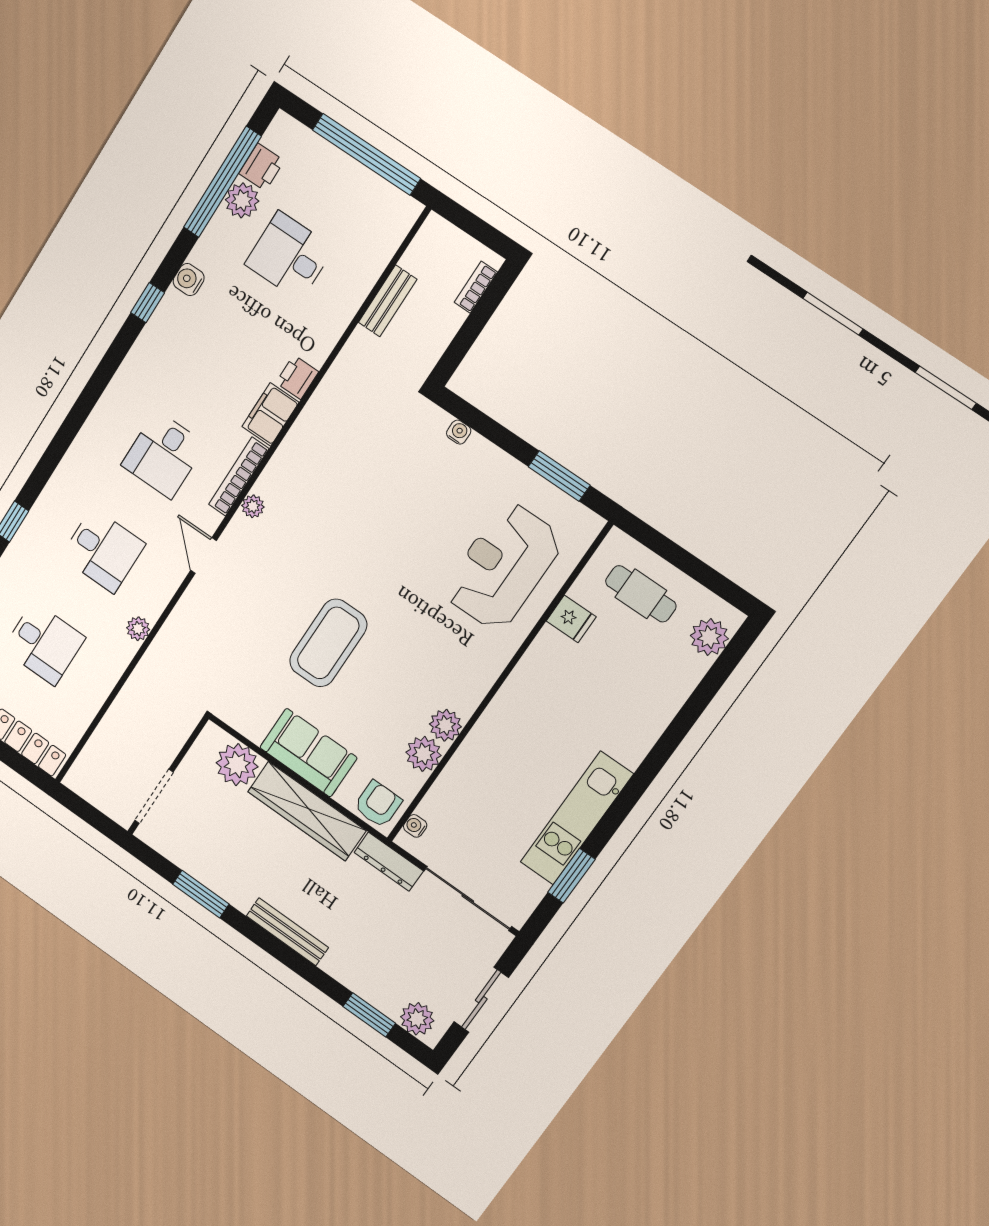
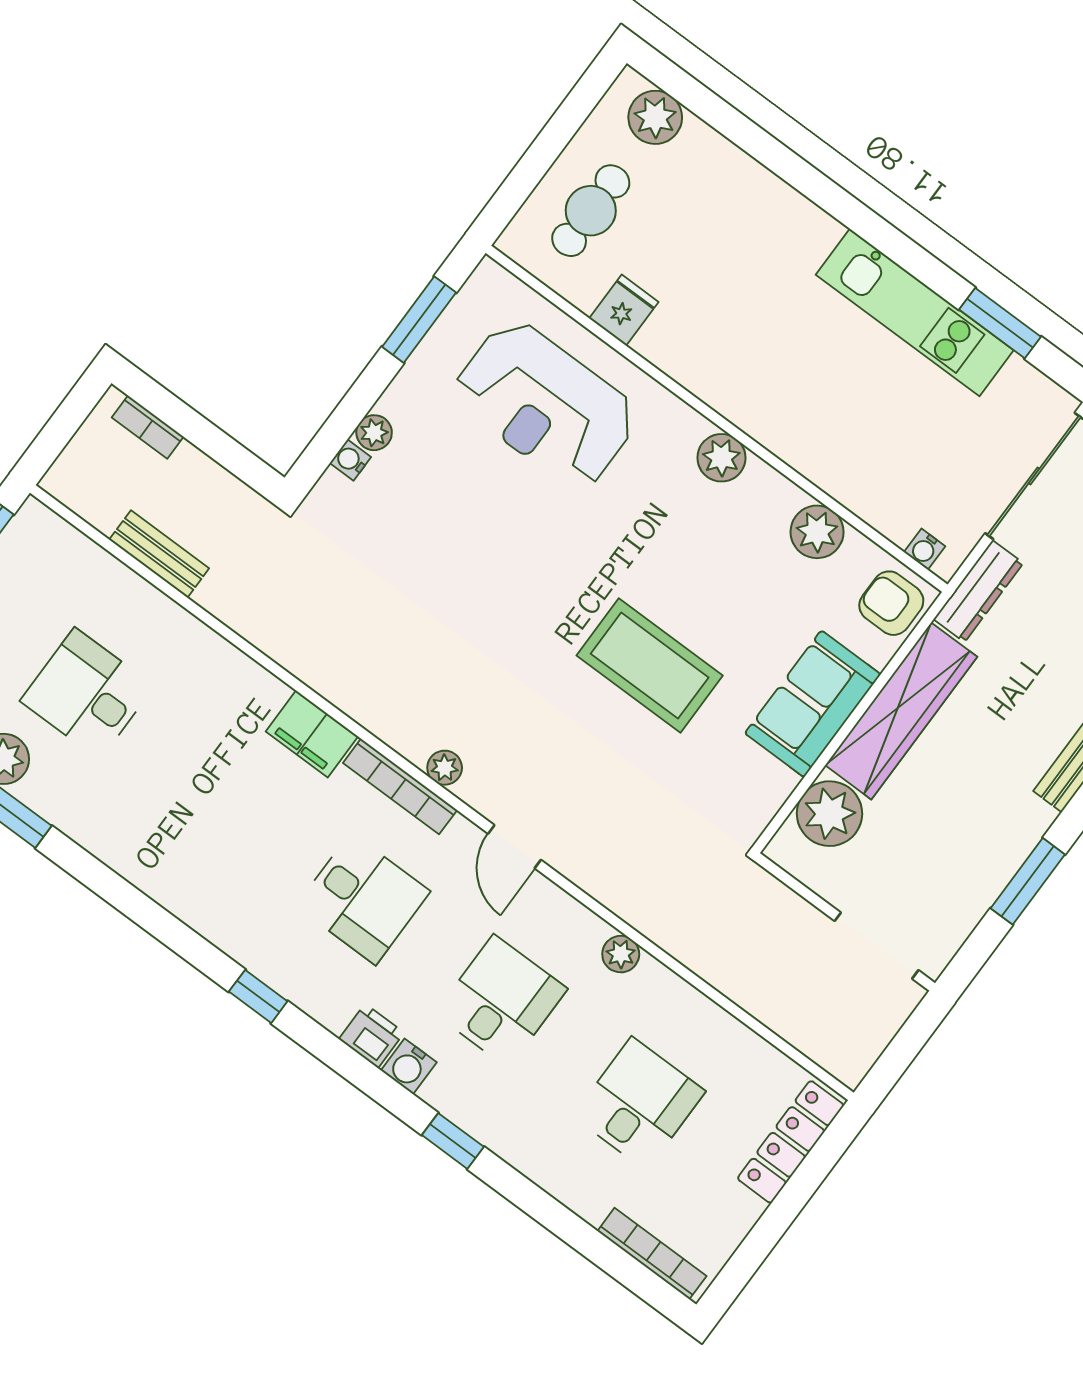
desk: (289, 256) -> (87, 694), turned 90
water cooler: (189, 280) -> (409, 1066), moved
window: (148, 303) -> (258, 996), moved
printer: (297, 377) -> (371, 1036), moved, turned 180
plant: (479, 448) -> (374, 433), added
door: (203, 556) -> (515, 847), hinge flipped
plant: (445, 725) -> (721, 458), moved

